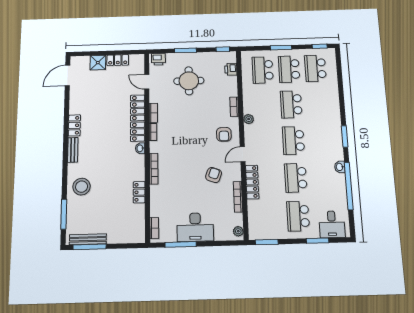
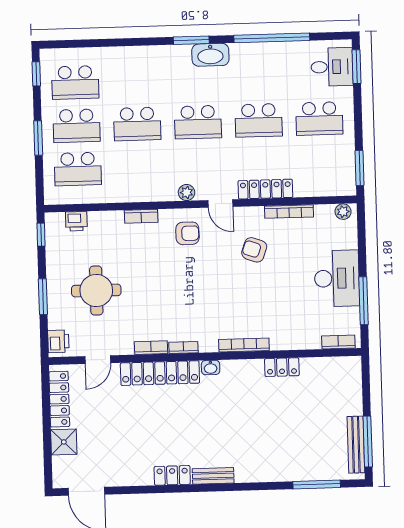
locker: (118, 60) -> (59, 399), width x1.53
plant: (249, 119) -> (187, 192), moved
washbasin: (340, 167) -> (210, 55), moved, width x1.91, depth x1.45
stool: (82, 187) -> (273, 459), removed
window: (318, 241) -> (357, 67), moved

